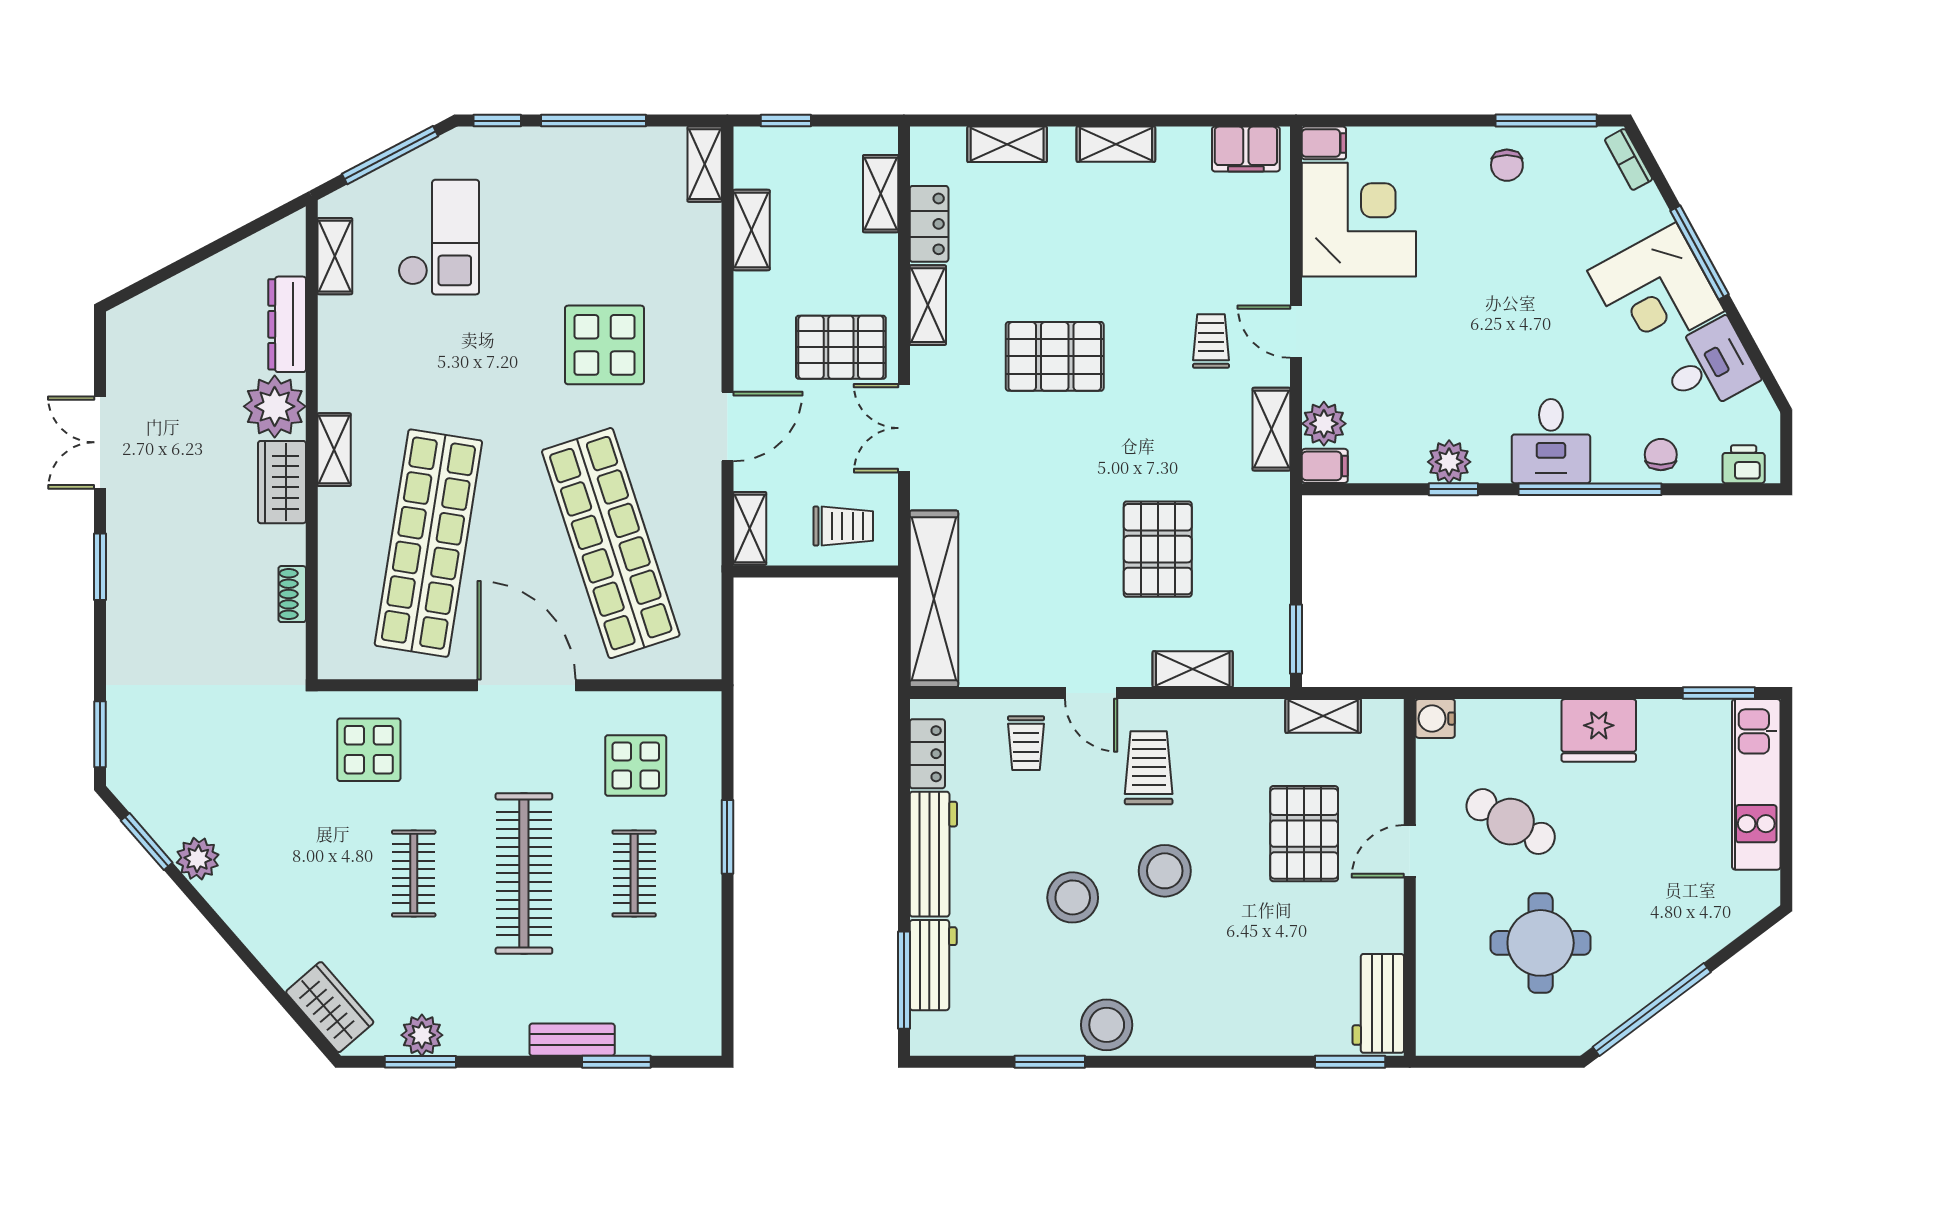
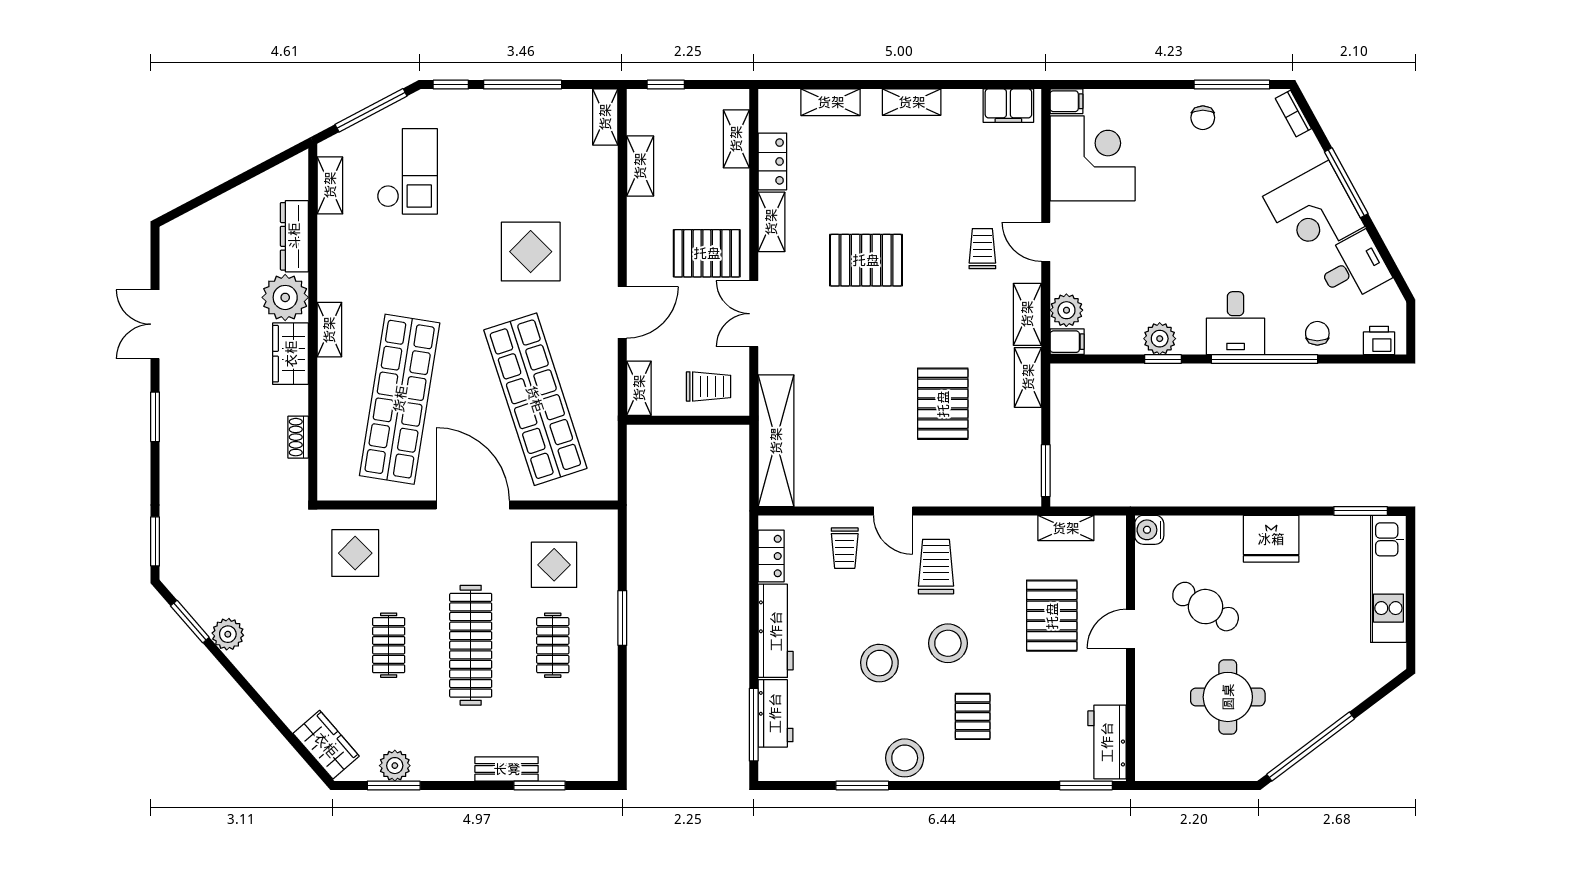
shelving: (1193, 669) -> (1028, 377), moved, turned 90
pallet: (1198, 969) -> (973, 716), added

